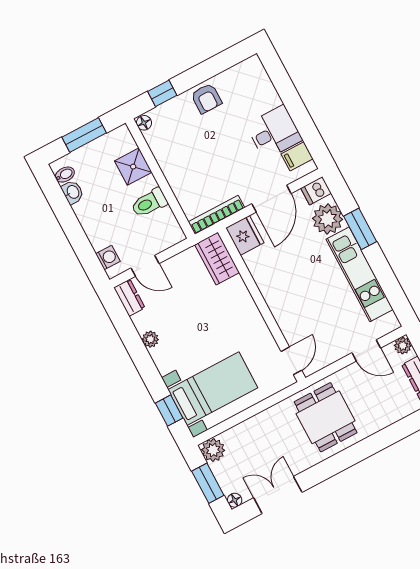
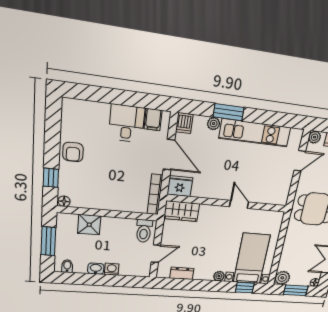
armchair: (206, 98) -> (73, 152), turned 90
washbasin: (73, 192) -> (96, 269), moved
toilet: (149, 203) -> (144, 231), moved
plant: (328, 219) -> (214, 124), width x0.53, depth x0.53
washing machine: (108, 257) -> (112, 269), moved
dresser: (129, 298) -> (182, 273), moved
plant: (150, 339) -> (219, 276), moved
door: (291, 361) -> (239, 204), moved

